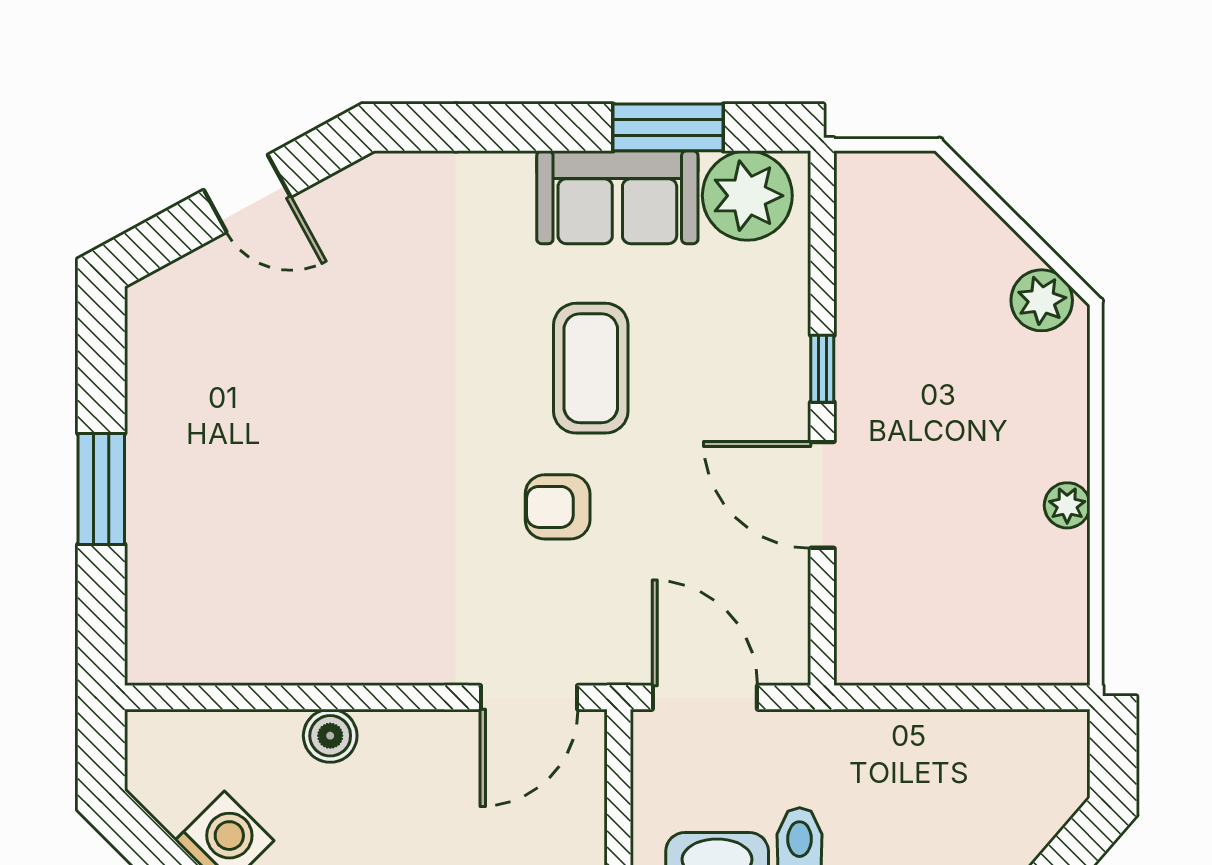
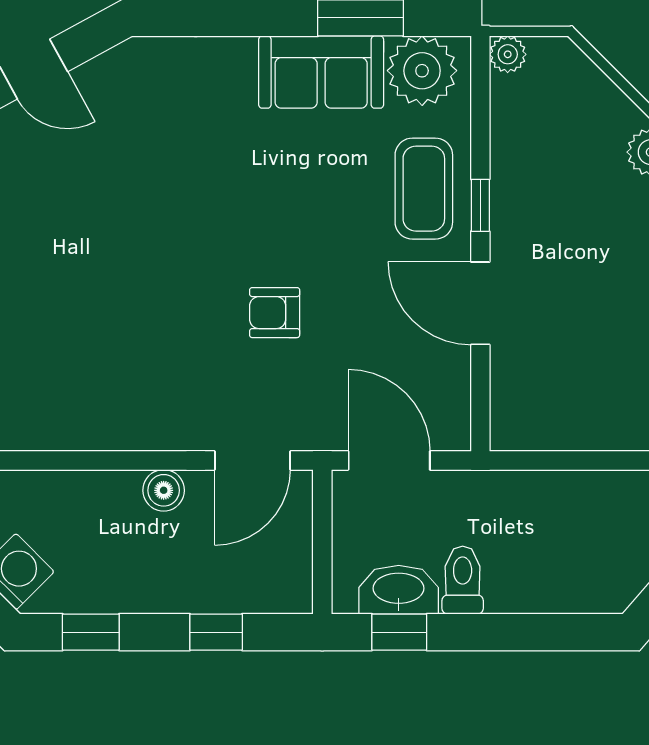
plant: (858, 174) -> (508, 54), added
coffee table: (591, 368) -> (424, 189), moved
boiler: (330, 736) -> (164, 490), moved

